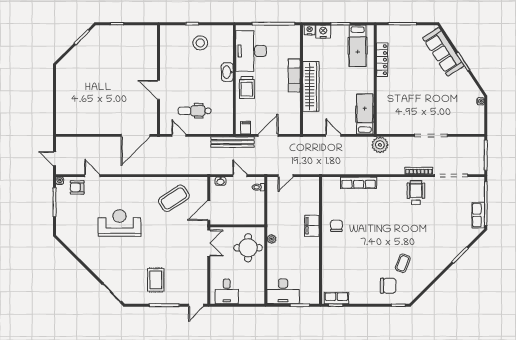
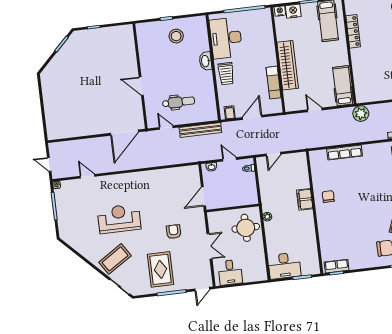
exam couch: (294, 75) -> (273, 83), moved
dental chair: (195, 111) -> (179, 102), turned 180
bench: (232, 142) -> (200, 130), moved
armchair: (77, 187) -> (174, 232), moved, turned 90
coffee table: (174, 198) -> (115, 259), moved
double door: (209, 243) -> (209, 246), moved
rug: (156, 280) -> (161, 269), width x1.36, depth x1.43

